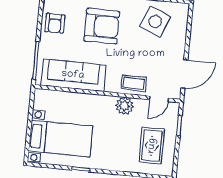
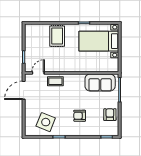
armchair: (102, 26) -> (80, 116), width x0.53, depth x0.53
sofa: (73, 75) -> (100, 82), width x0.73
plant: (125, 106) -> (60, 66), removed
rug: (152, 146) -> (57, 36), moved

